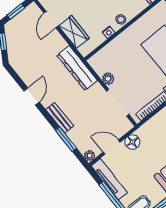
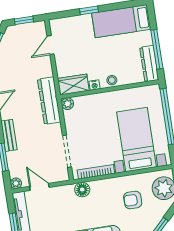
wardrobe: (74, 32) -> (73, 85), moved, turned -90
plant: (108, 79) -> (67, 104), moved
floor lamp: (132, 142) -> (82, 190), moved

